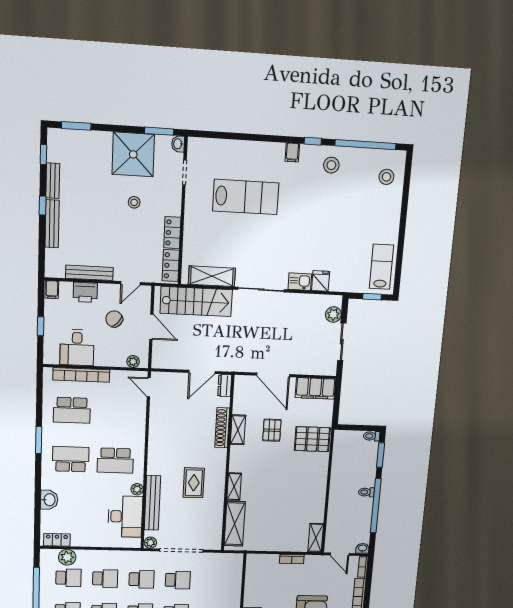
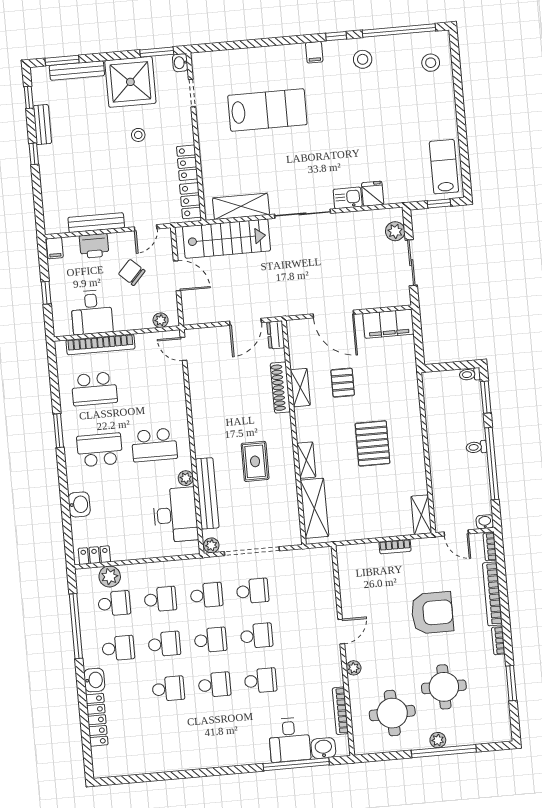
bench: (52, 224) -> (77, 71), moved, turned 90
pallet: (312, 439) -> (373, 443), moved, turned 90

